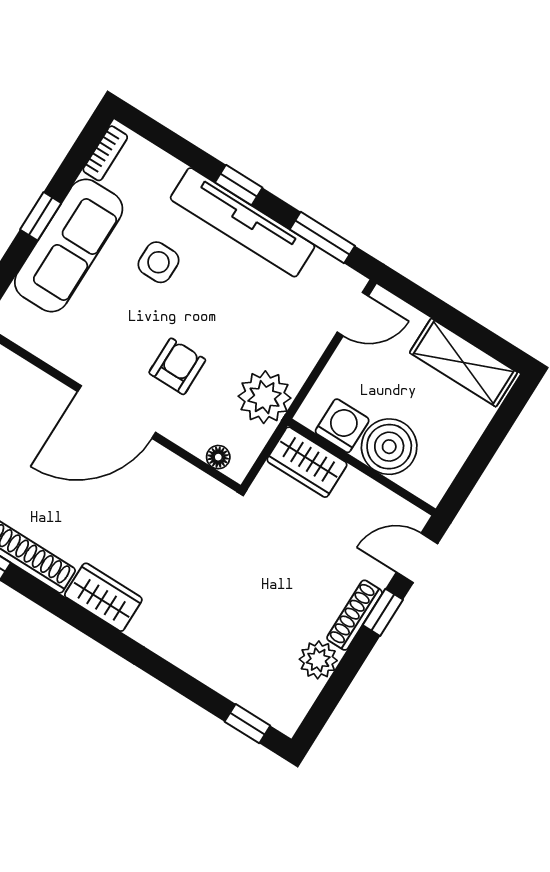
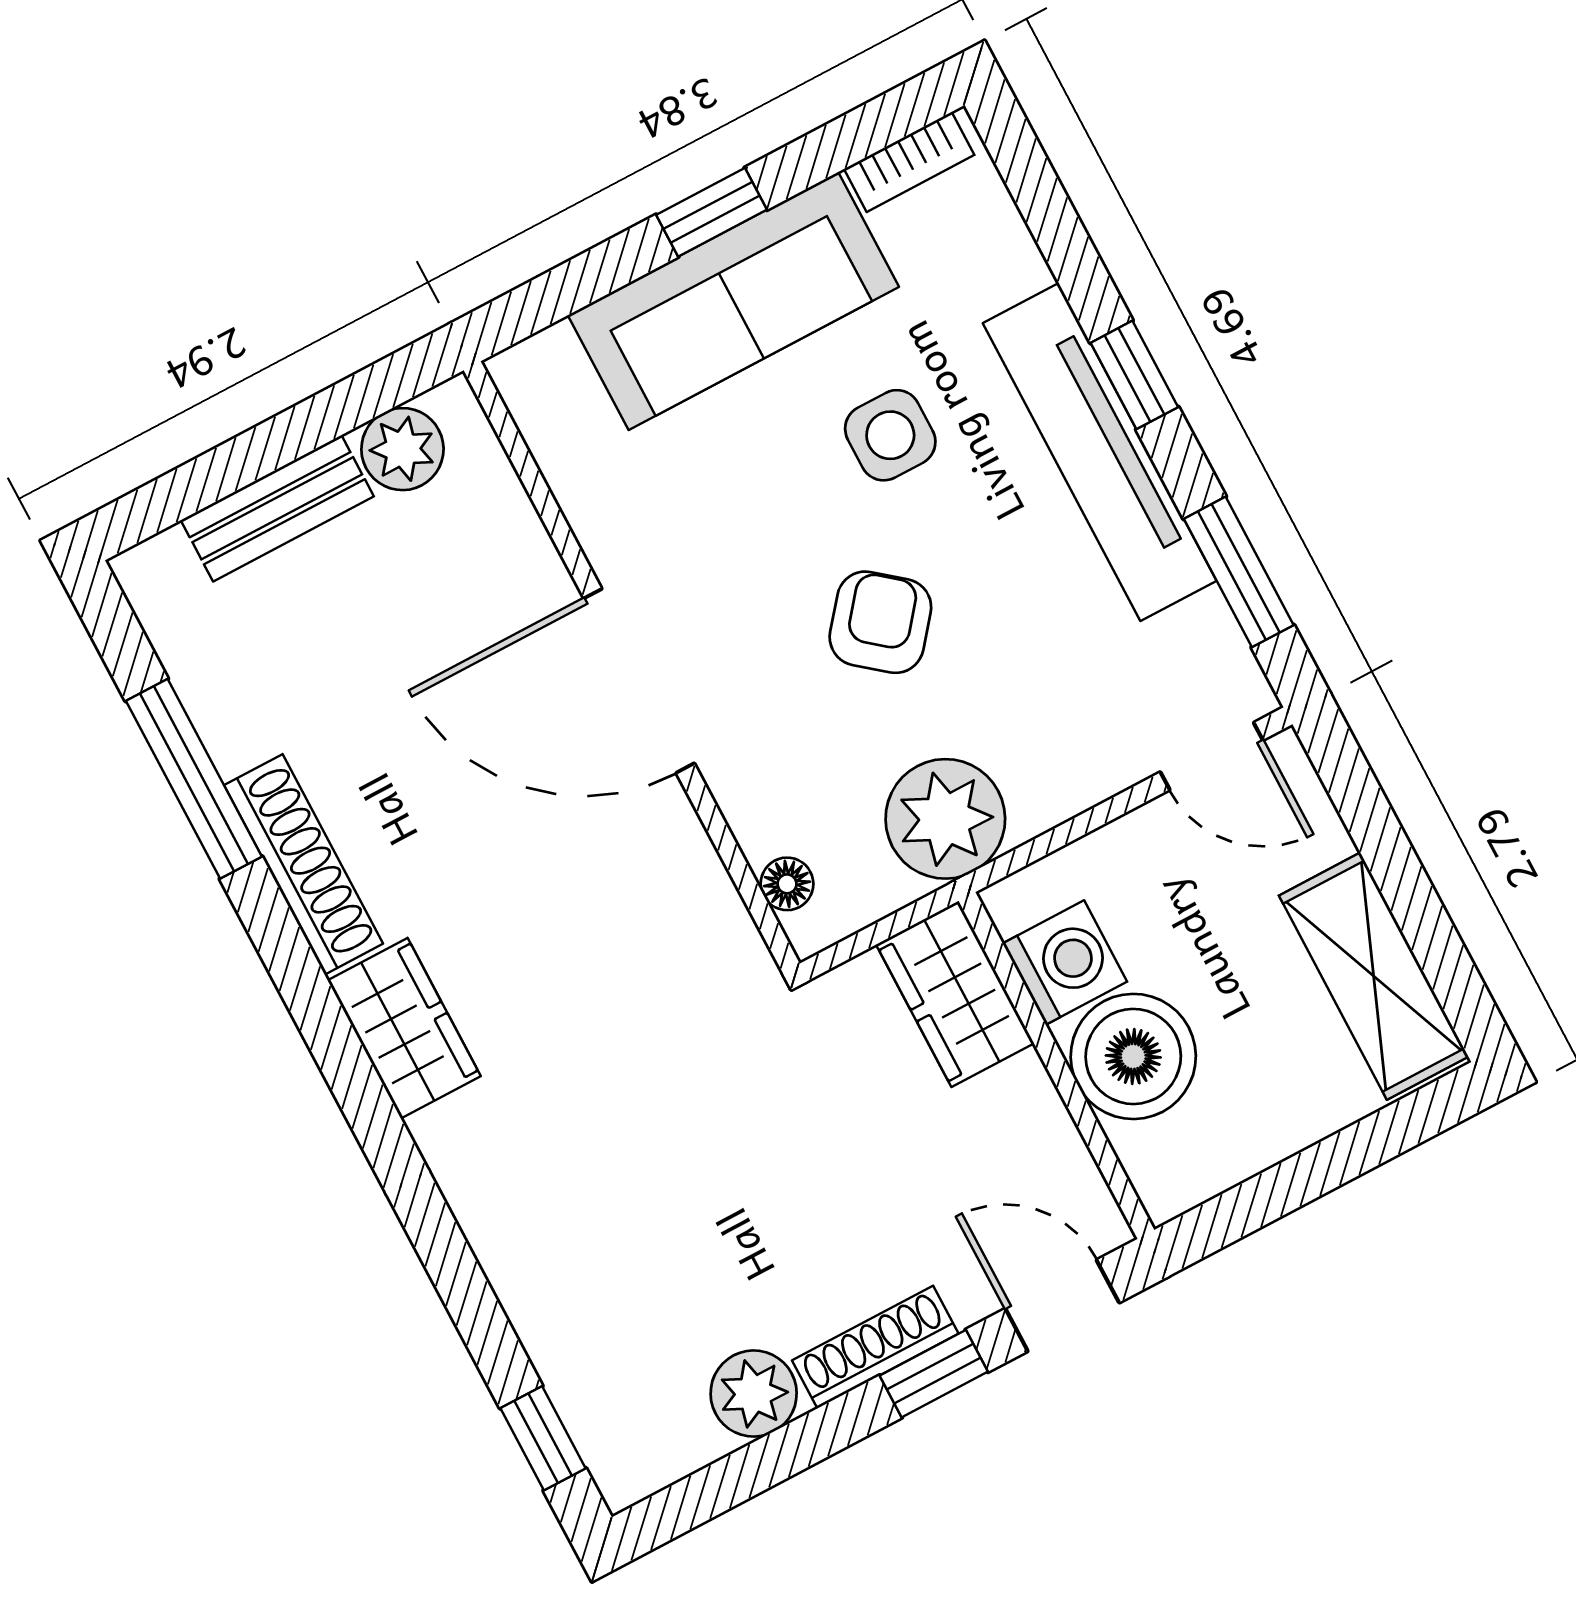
armchair: (177, 366) -> (880, 622), moved, turned -51

